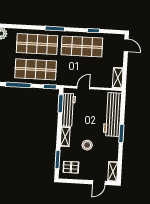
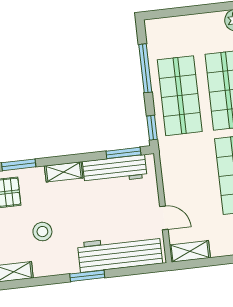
door: (83, 88) -> (164, 218), moved
stool: (87, 145) -> (42, 232), moved

